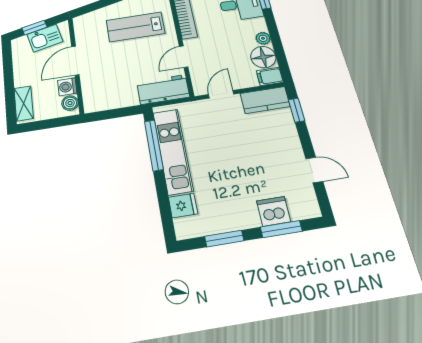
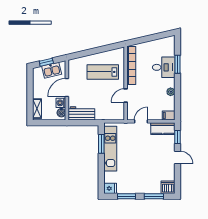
floor lamp: (263, 57) -> (168, 103), removed
workbench: (163, 90) -> (81, 113), moved
window: (154, 145) -> (101, 144), width x0.69
door: (314, 170) -> (177, 157), moved
fridge: (183, 206) -> (110, 188), moved
dishwasher: (274, 211) -> (168, 187), moved

